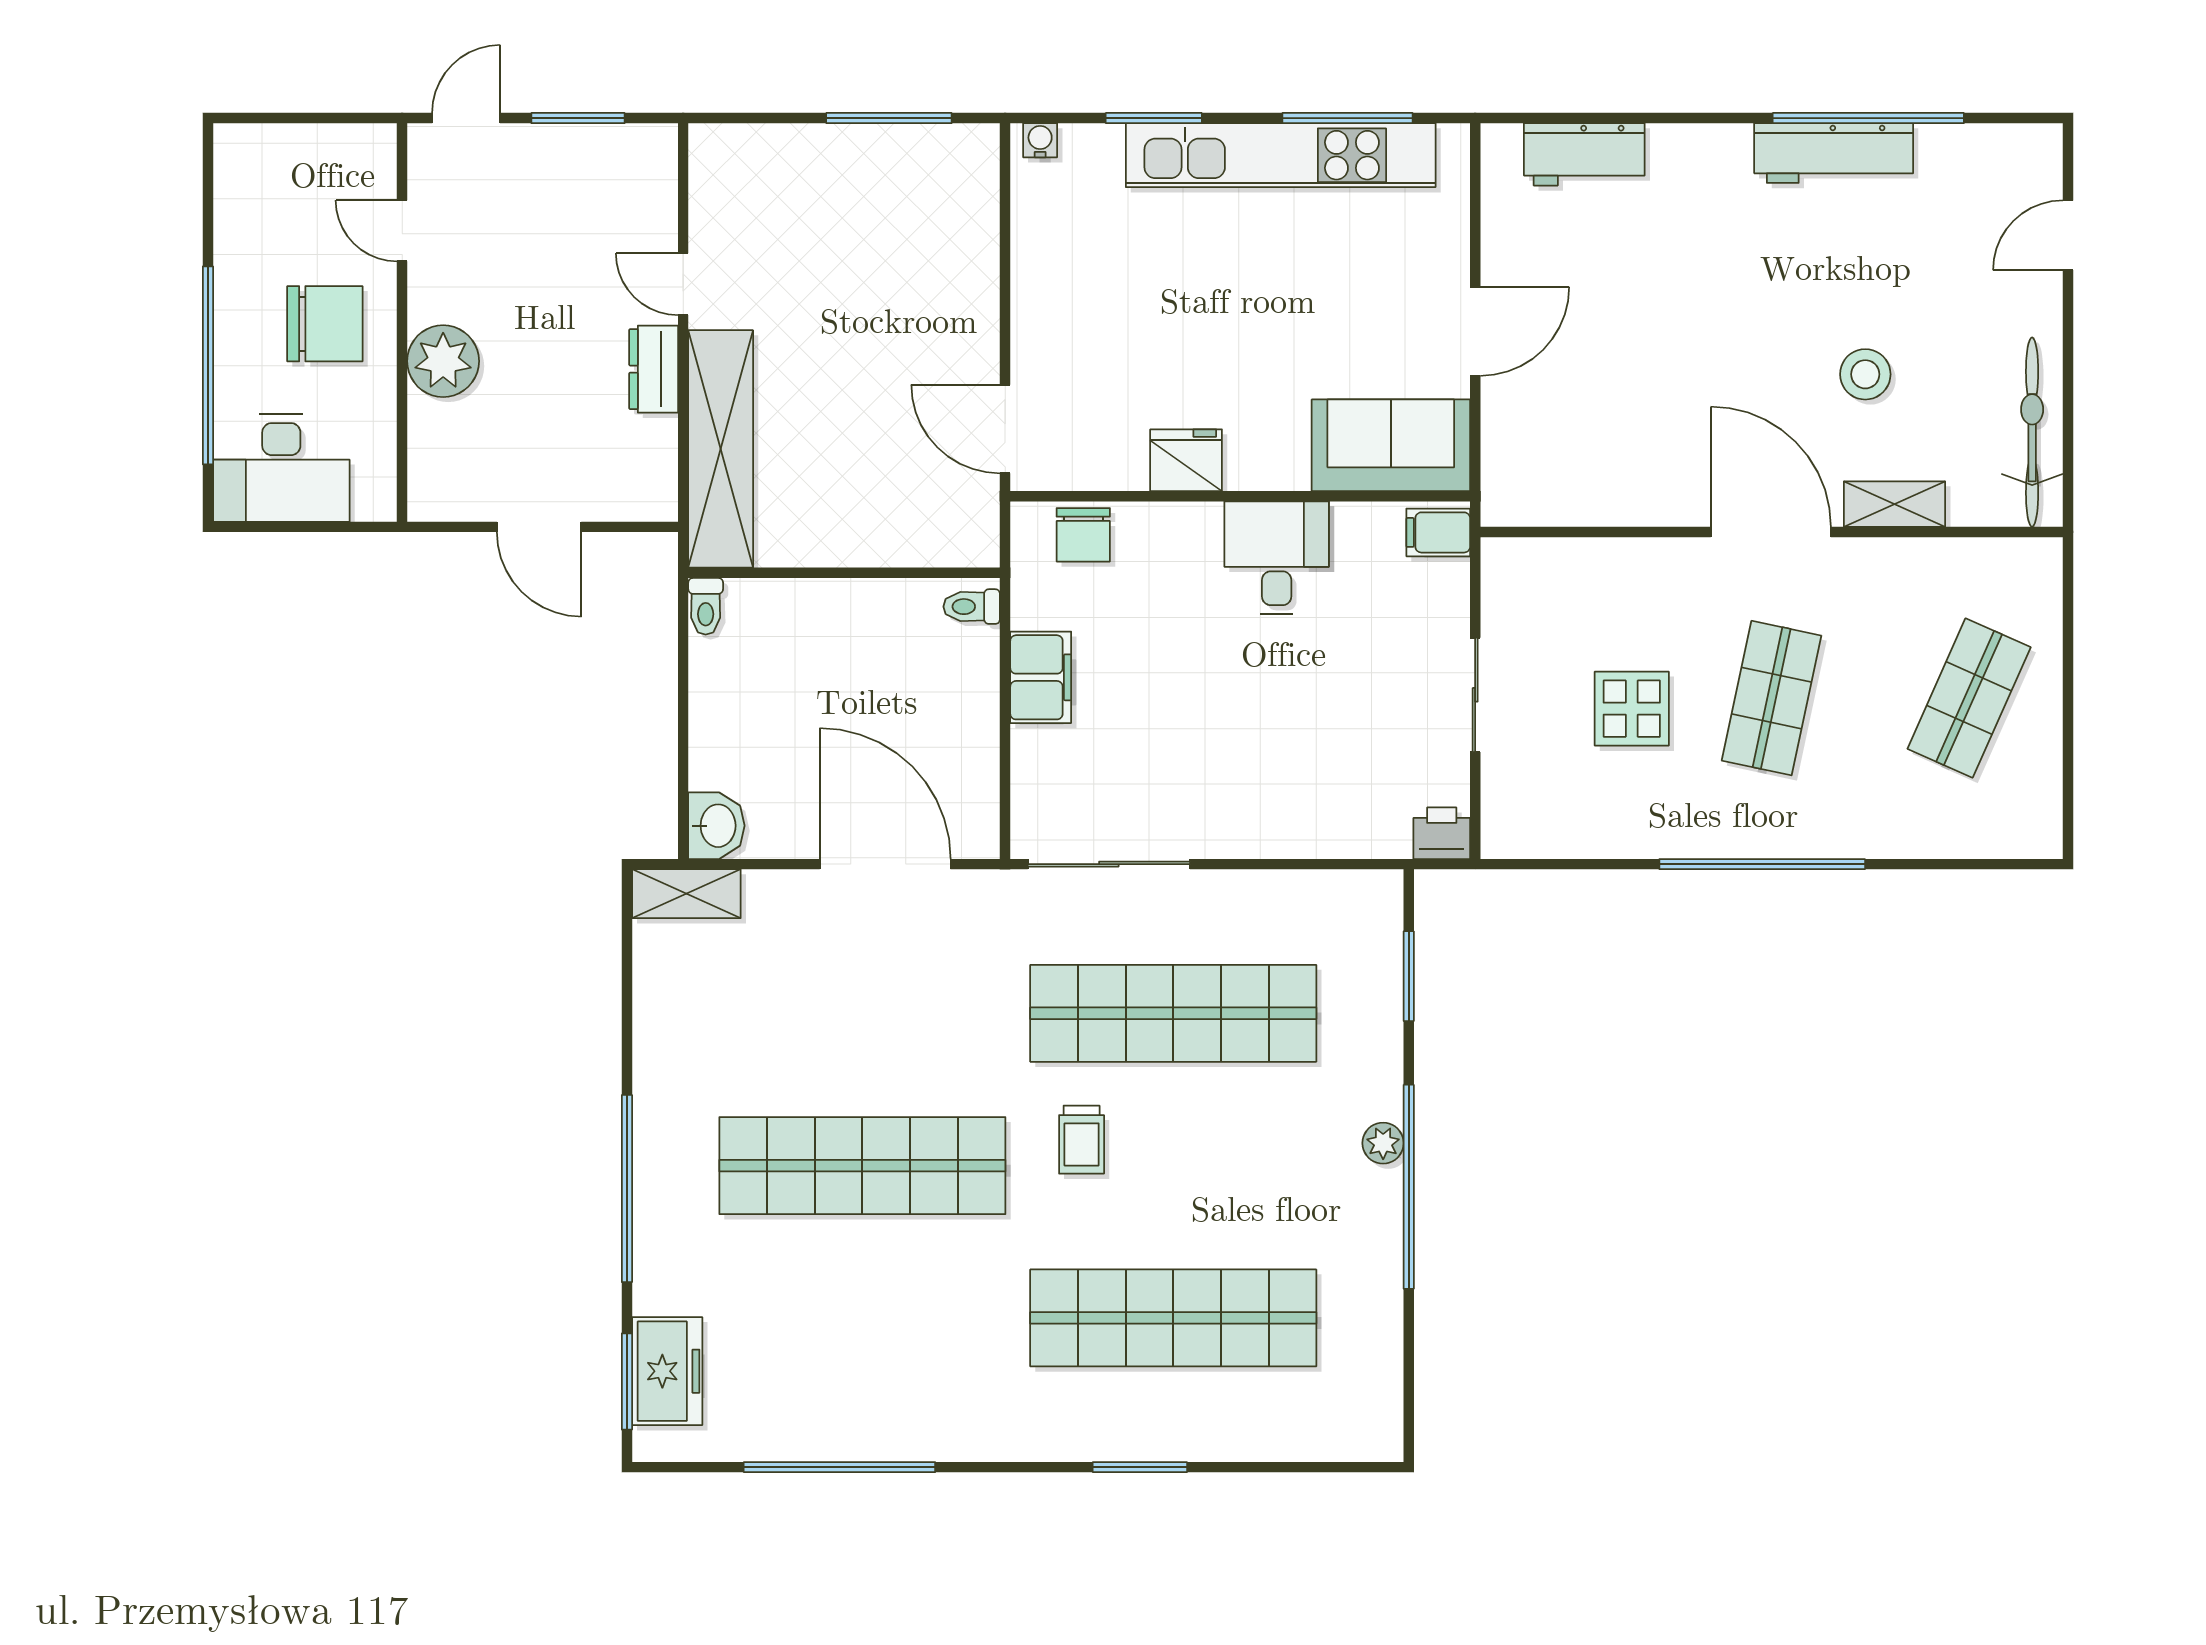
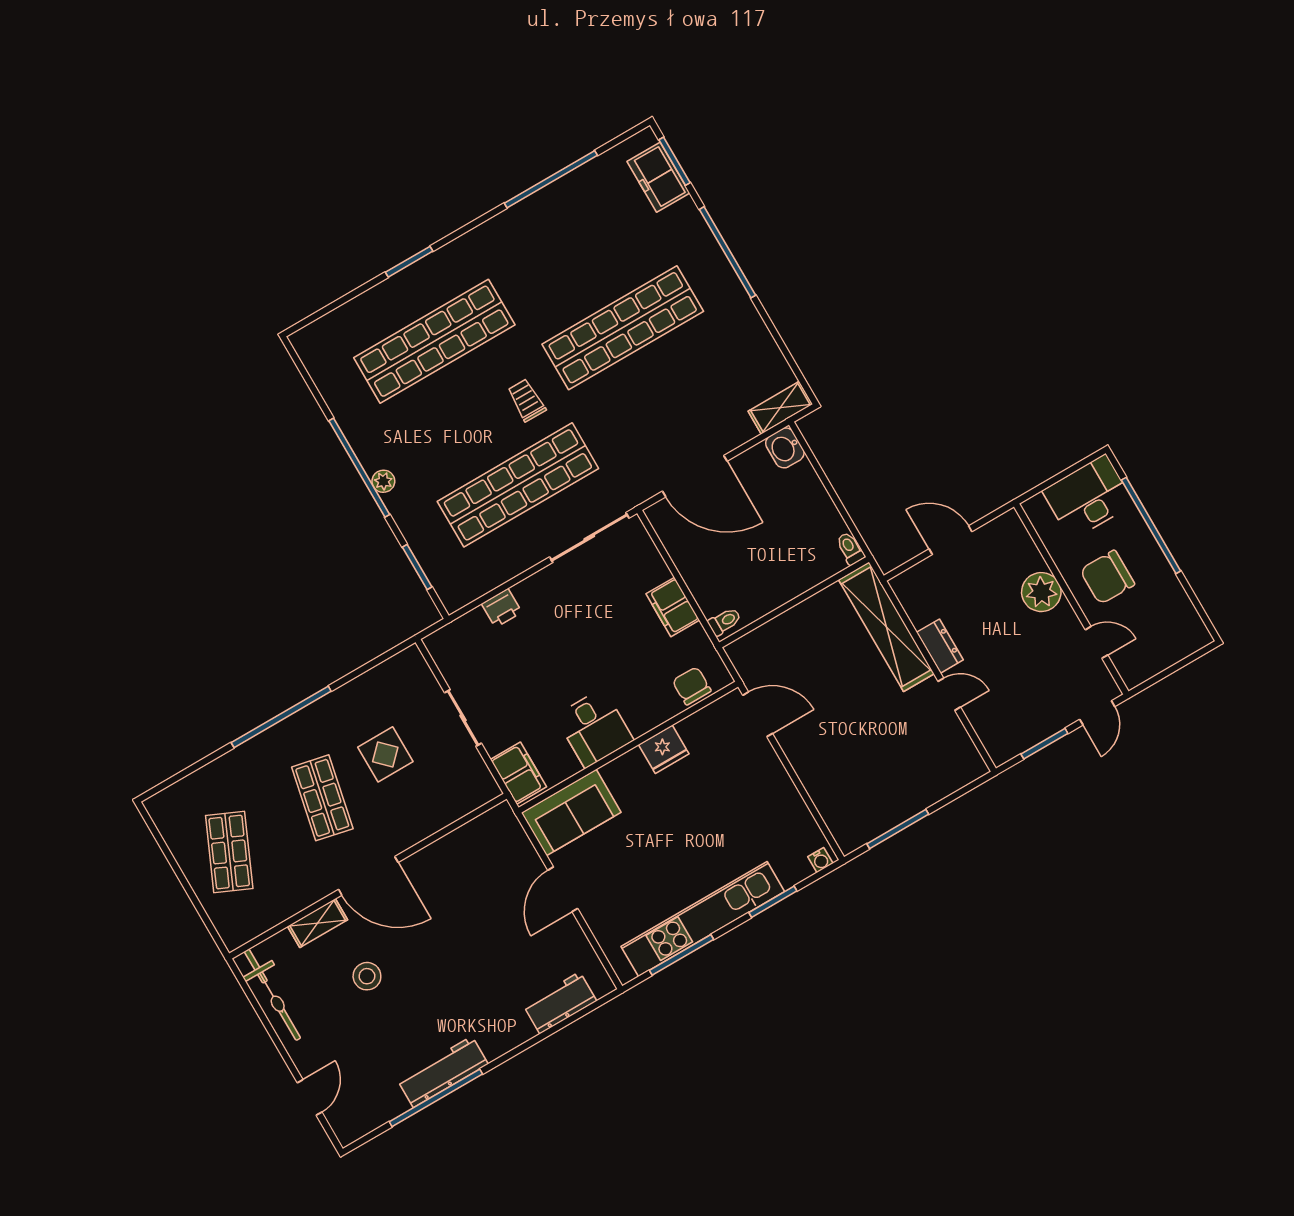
filing cabinet: (1438, 532) -> (518, 773), width x2.00
printer: (1442, 833) -> (502, 608), moved

